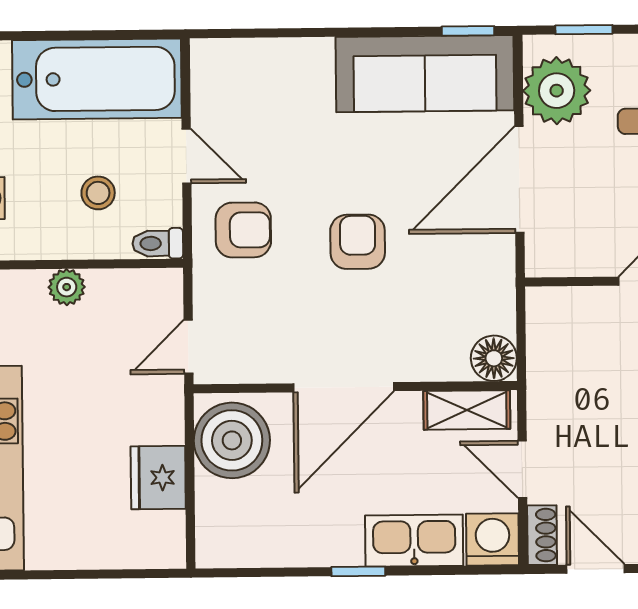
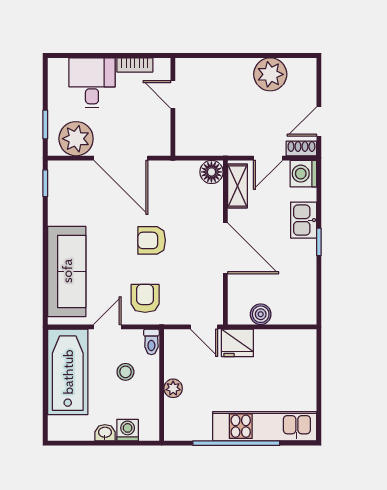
sofa: (425, 74) -> (67, 271), moved
boiler: (232, 440) -> (261, 314), width x0.54, depth x0.54
fridge: (158, 478) -> (237, 343), moved
kitchen sink: (414, 541) -> (304, 220), width x0.73

